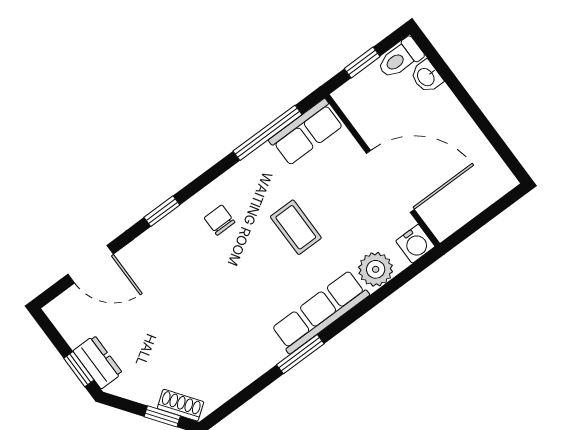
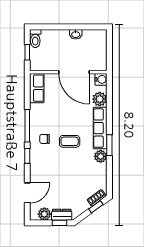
washbasin: (426, 77) -> (76, 34), moved
window: (267, 133) -> (27, 126), moved
door: (390, 181) -> (74, 72), swing flipped
coffee table: (296, 227) -> (70, 141), moved
plant: (74, 327) -> (44, 214), added
plant: (266, 353) -> (101, 156), added

